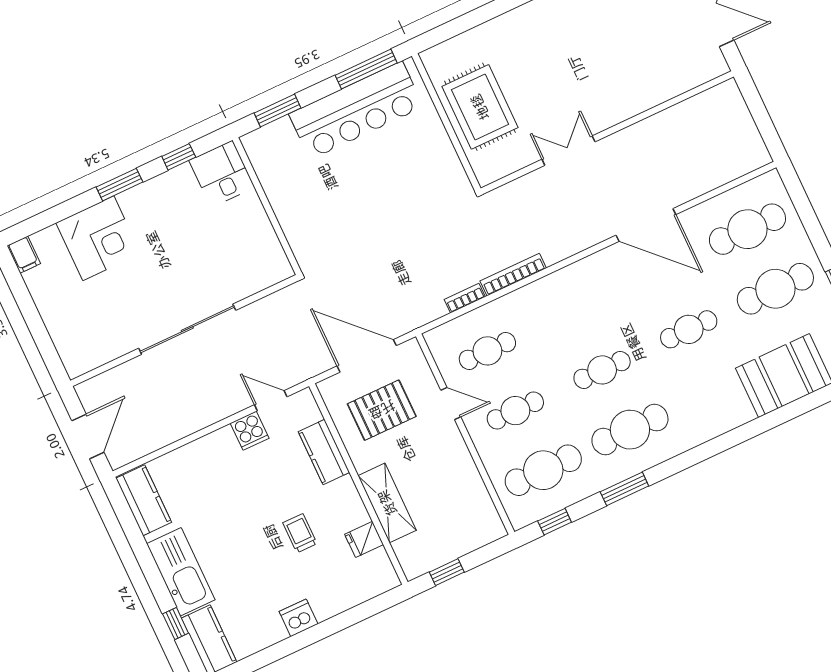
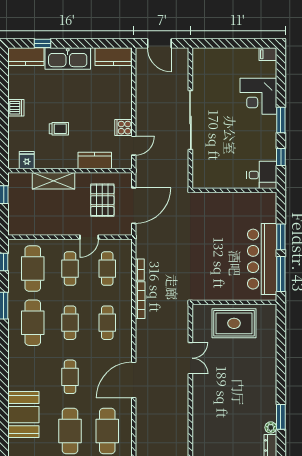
window: (277, 111) -> (281, 237), moved
cafe table: (574, 310) -> (107, 323), added
fridge: (364, 539) -> (27, 160), moved

